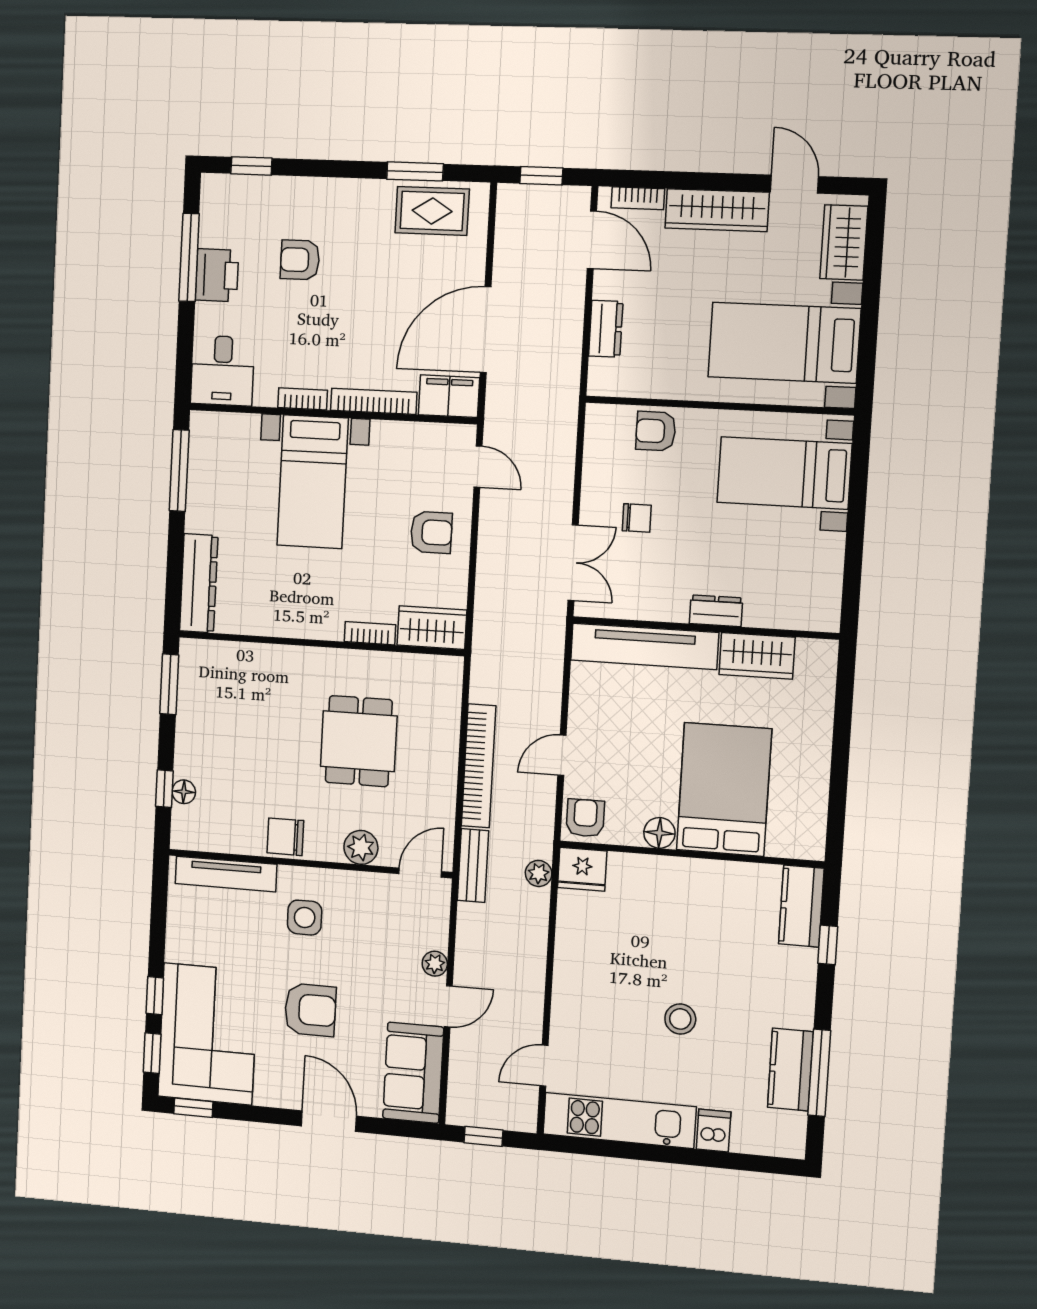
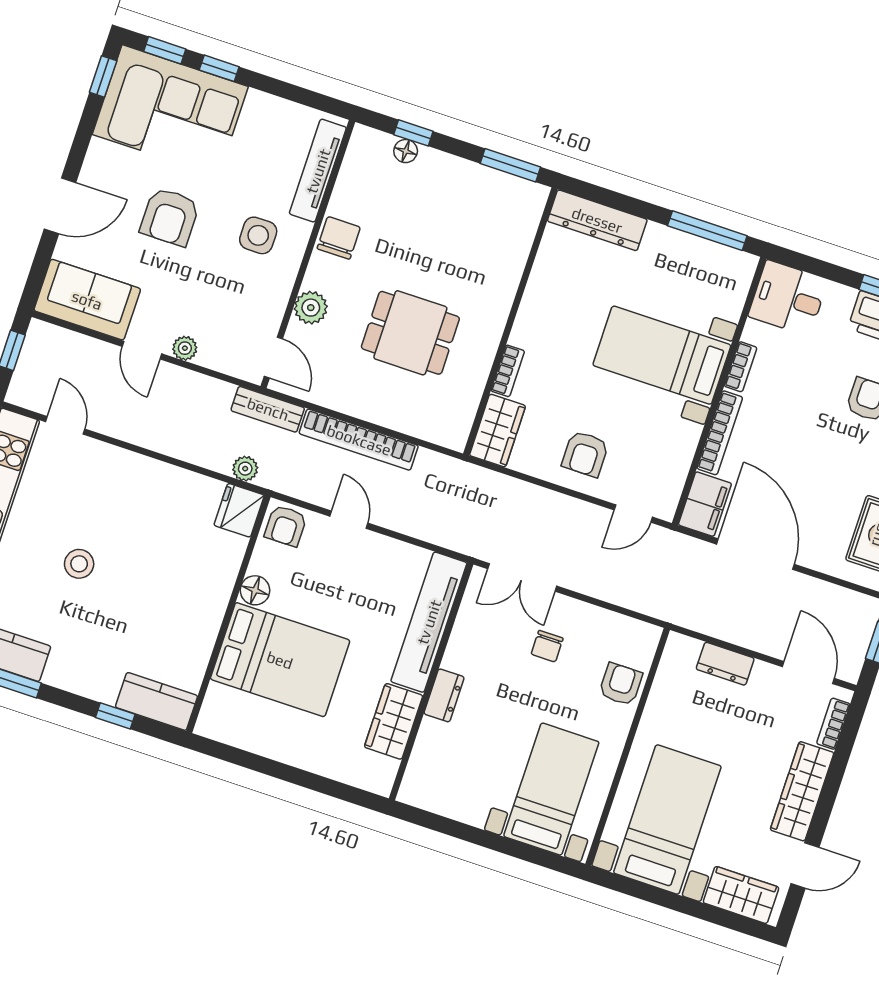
door: (592, 240) -> (808, 673), swing flipped
armchair: (585, 818) -> (286, 526), turned 90

